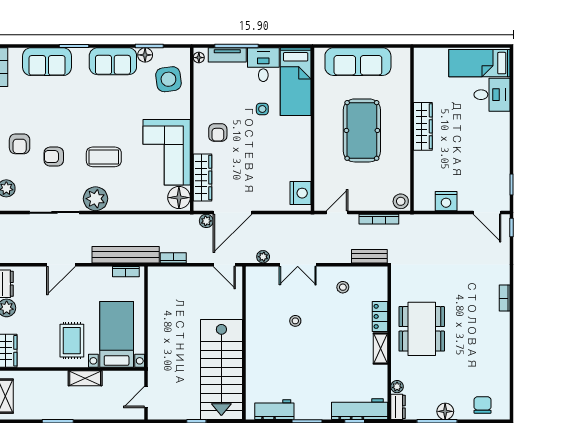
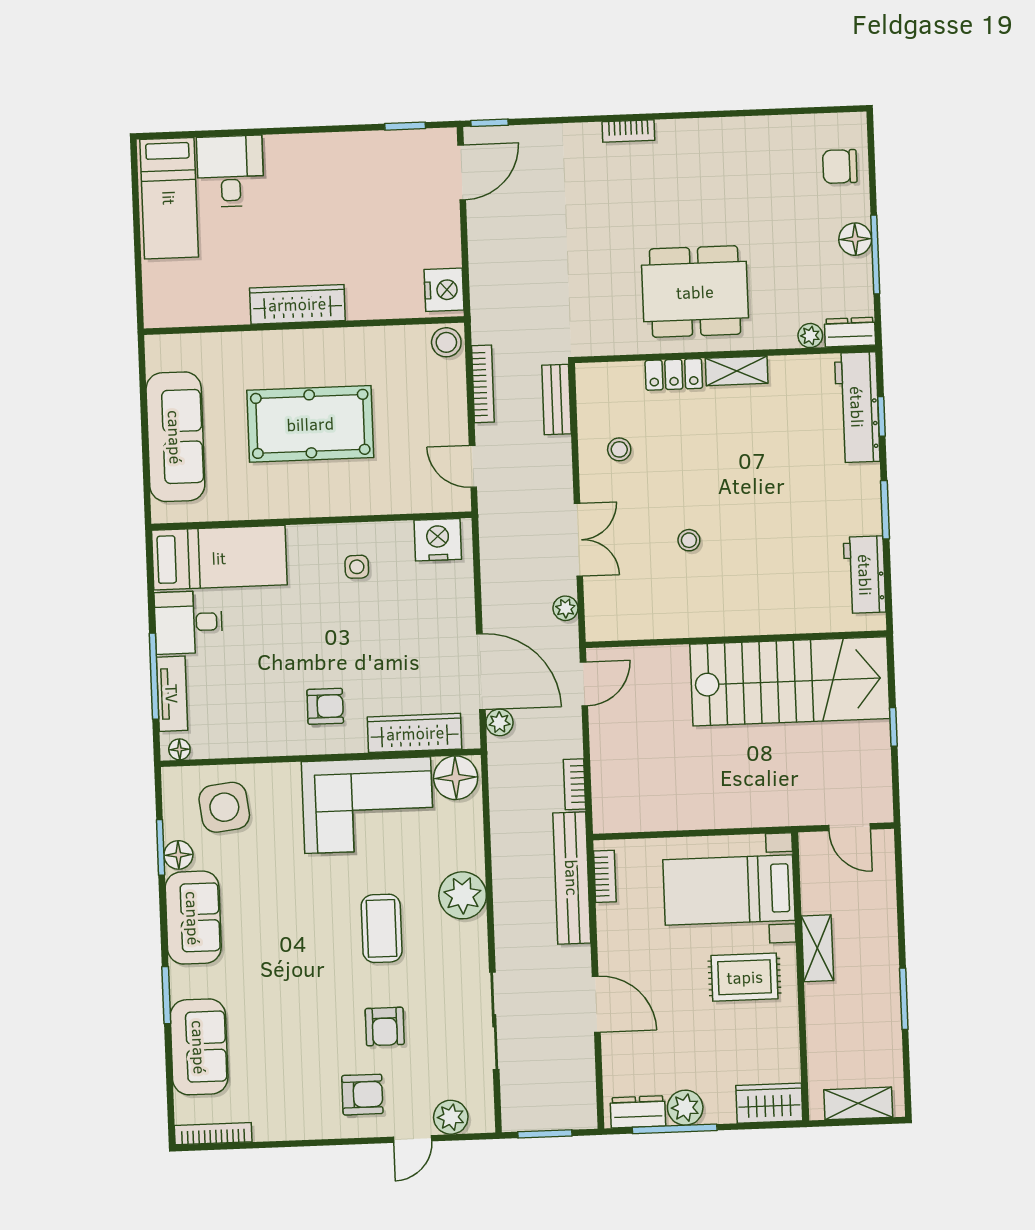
side table: (262, 109) -> (357, 567), moved
plant: (96, 199) -> (463, 895), moved
nightstand: (446, 201) -> (444, 290), moved

